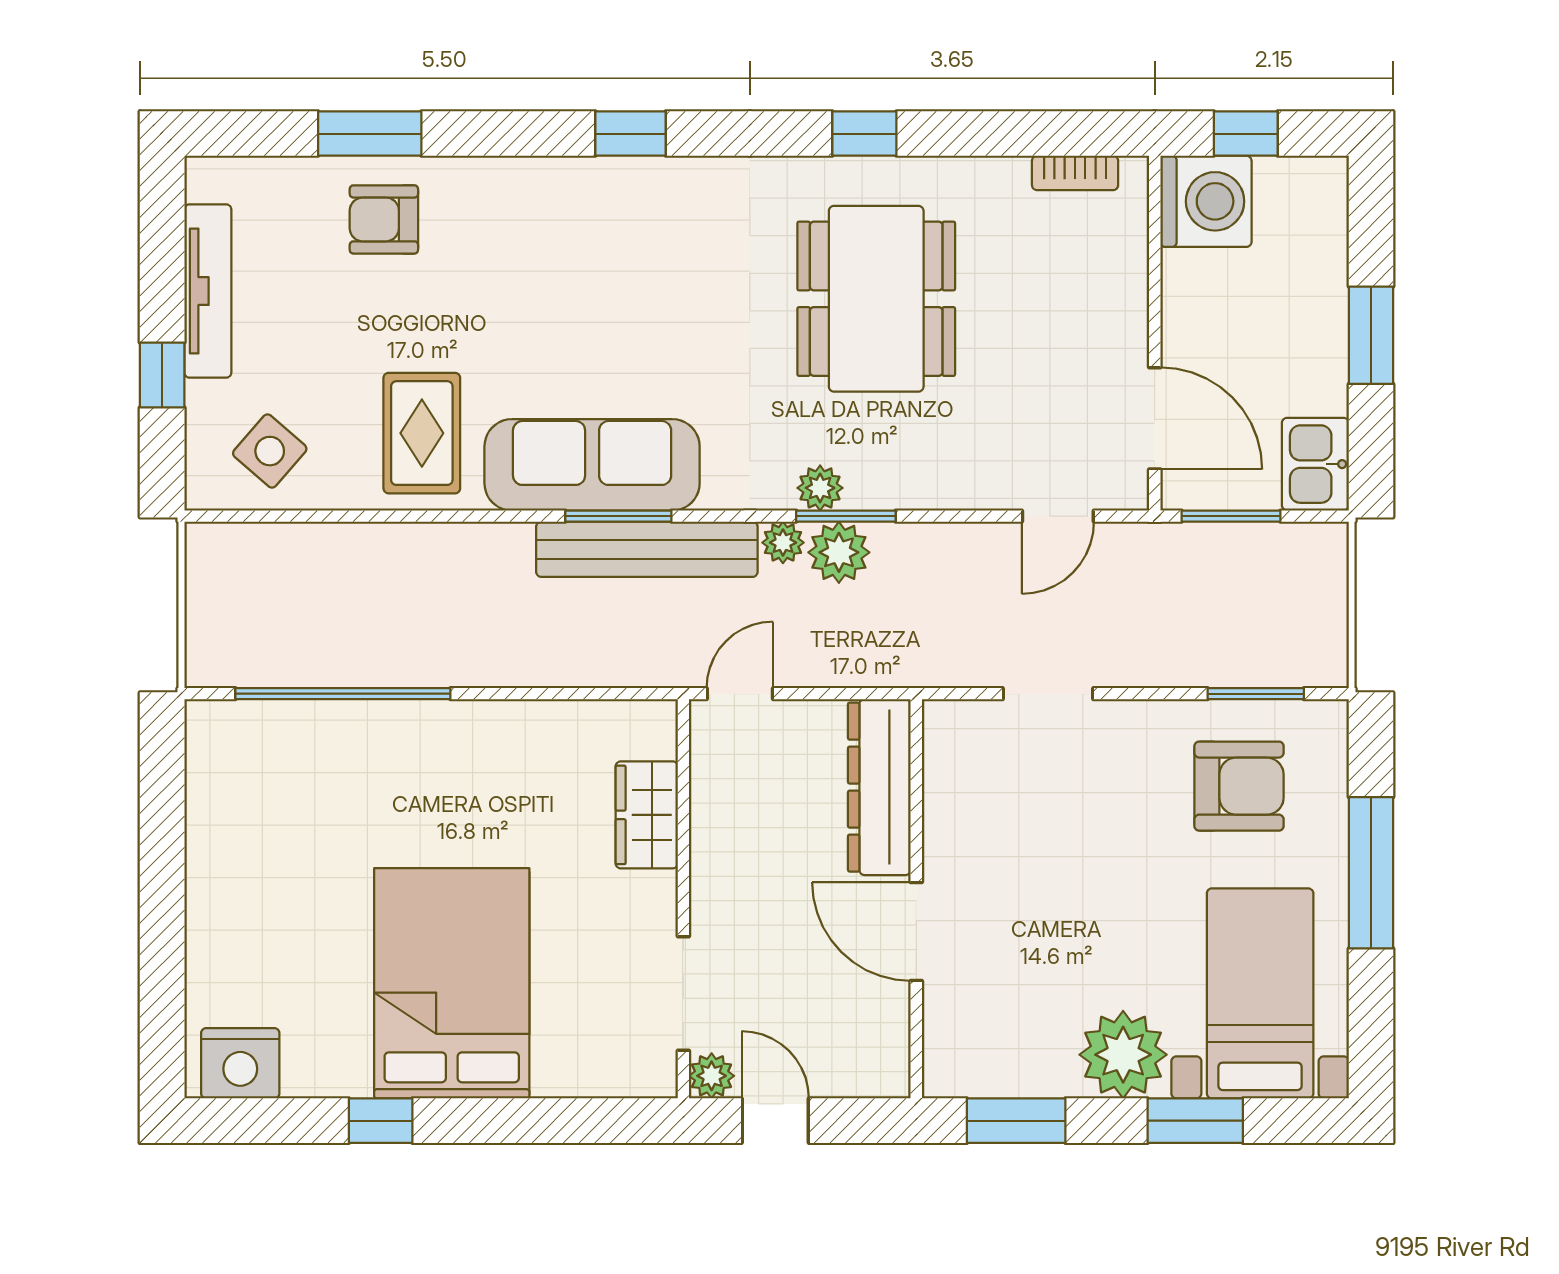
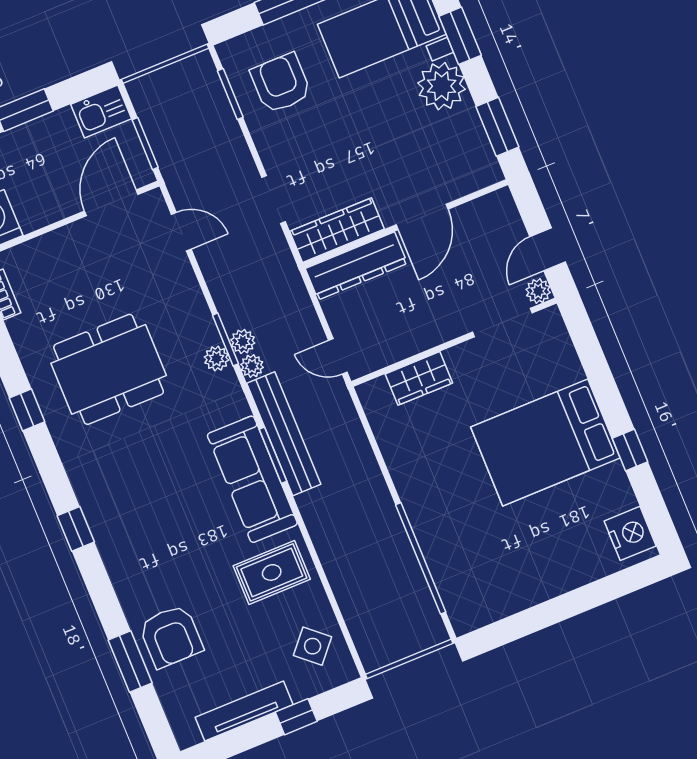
armchair: (384, 219) -> (171, 636), width x1.38, depth x1.38
plant: (839, 552) -> (243, 341), width x0.73, depth x0.73
wardrobe: (953, 779) -> (337, 230), added

